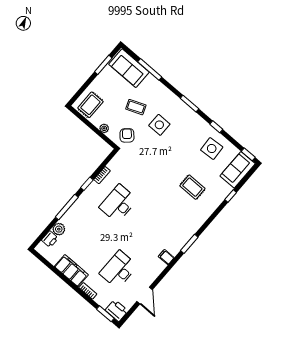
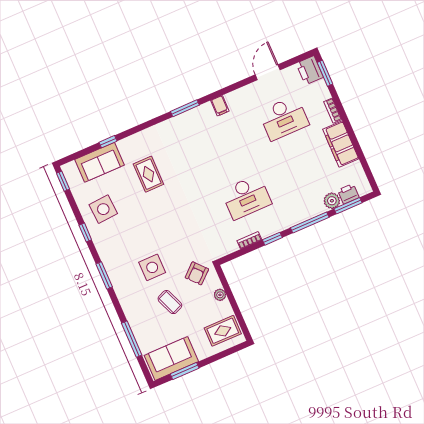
sofa: (129, 68) -> (171, 358), moved, turned -90
sofa: (238, 170) -> (100, 162), moved
window: (46, 231) -> (348, 206), added

